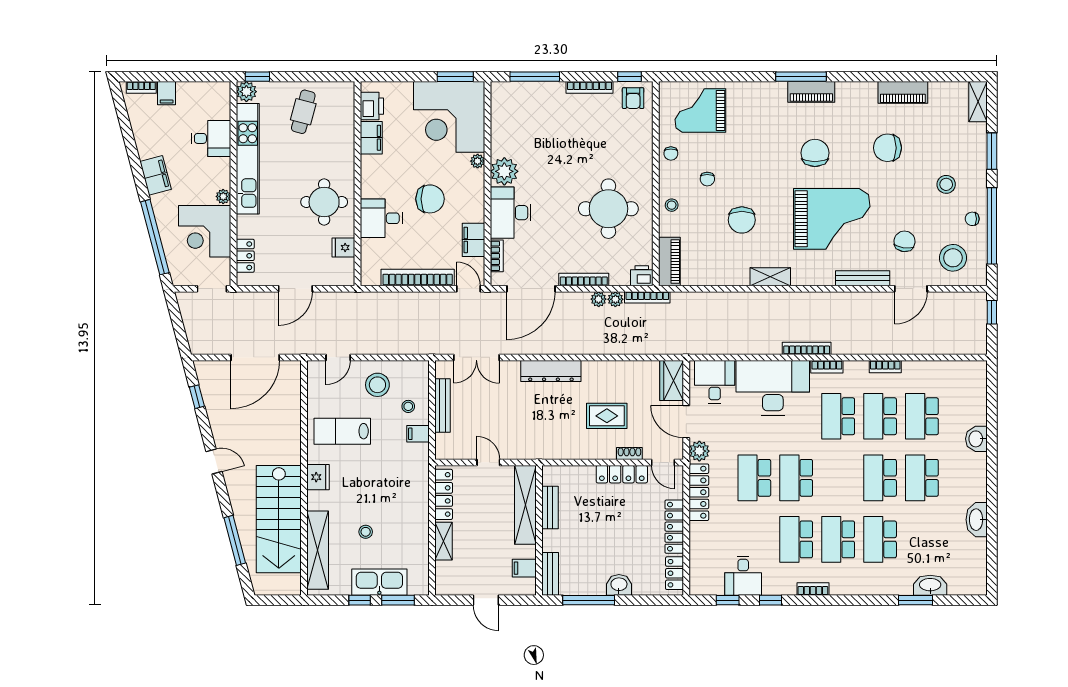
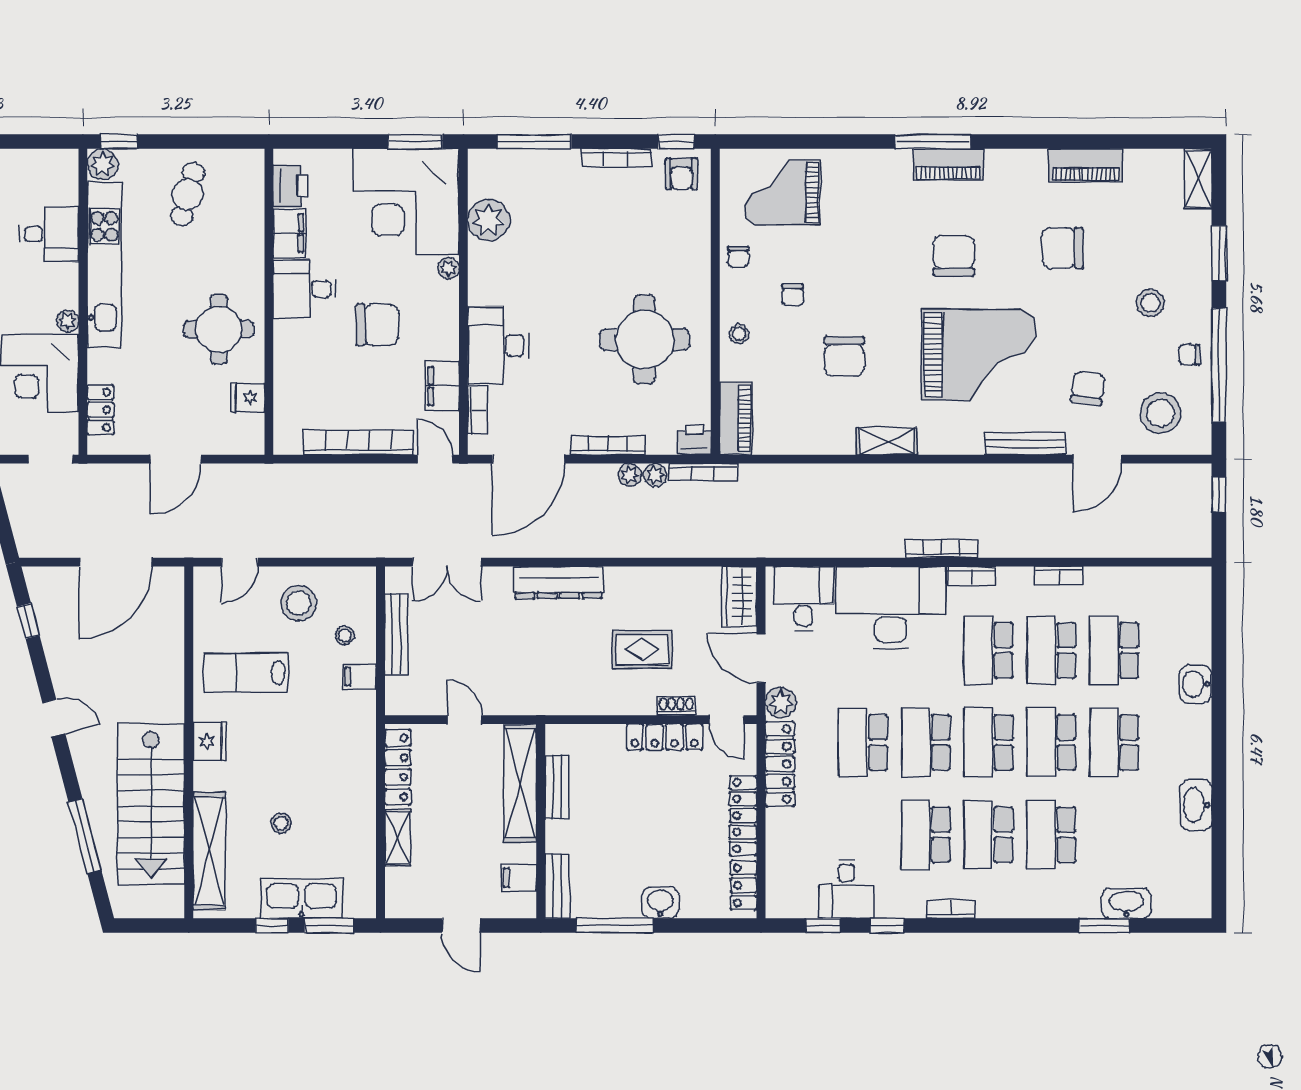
plant: (504, 171) -> (489, 220), moved
desk: (381, 218) -> (305, 289), moved
school desk: (838, 478) -> (989, 742), added

